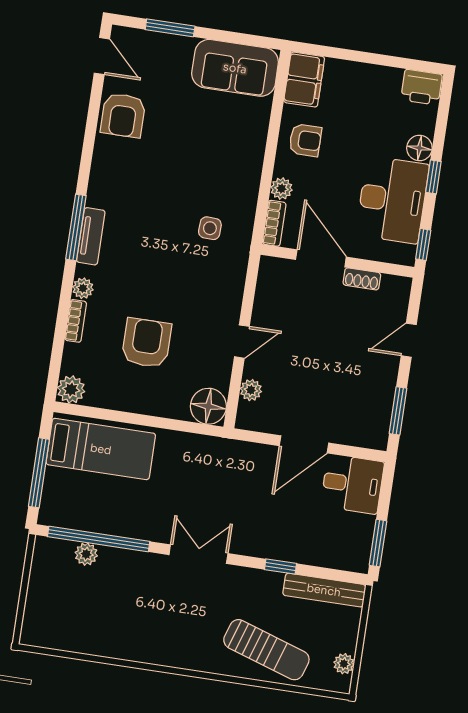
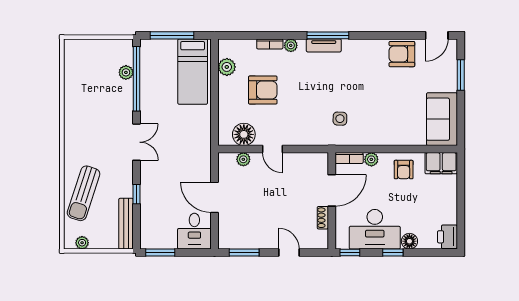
plant: (71, 389) -> (227, 67), moved
floor lamp: (208, 406) -> (244, 134), moved

